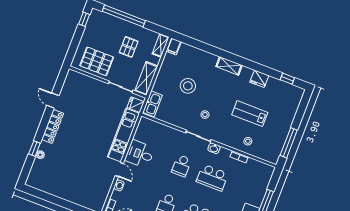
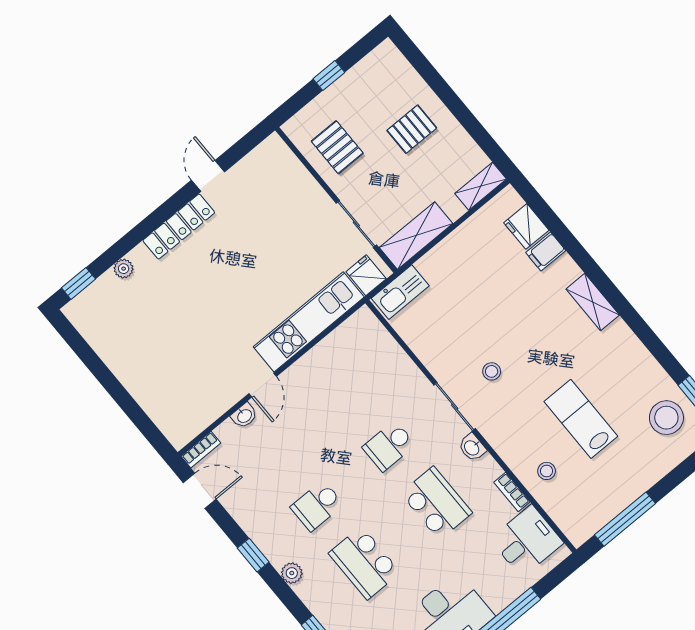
window: (124, 16) -> (441, 88), removed
window: (84, 19) -> (329, 76), moved
filing cabinet: (174, 46) -> (546, 252), moved
pallet: (129, 47) -> (412, 129), moved
pallet: (97, 61) -> (337, 147), width x0.67, depth x0.71
fridge: (259, 79) -> (526, 226), moved
stool: (188, 86) -> (666, 418), moved
window: (34, 149) -> (78, 283), moved
desk: (140, 154) -> (527, 541), moved, turned 90
school desk: (212, 178) -> (436, 503), turned 180

